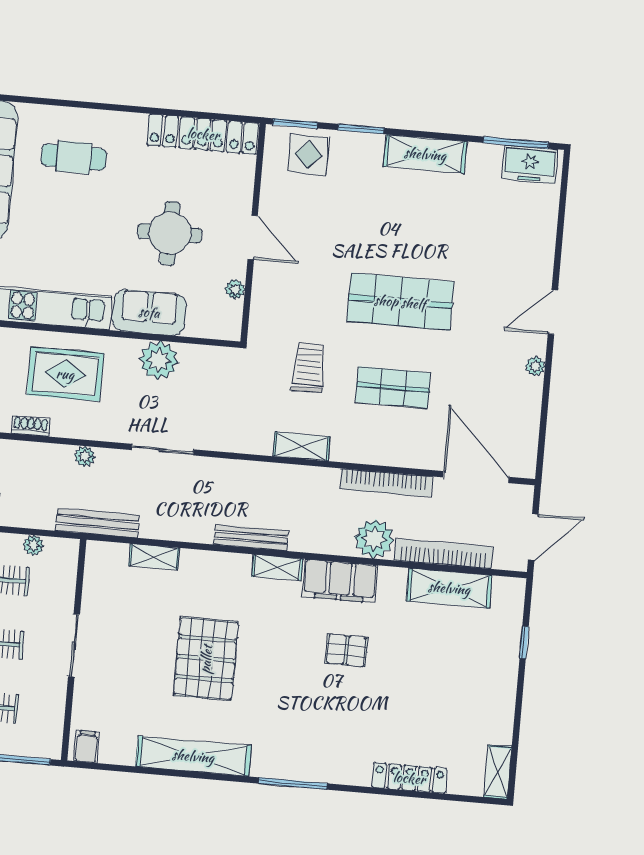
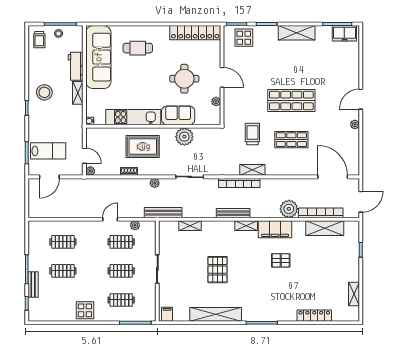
bookcase: (386, 483) -> (239, 183), moved
pallet: (206, 659) -> (217, 270), width x0.73, depth x0.71
shelving: (498, 772) -> (354, 294), moved

